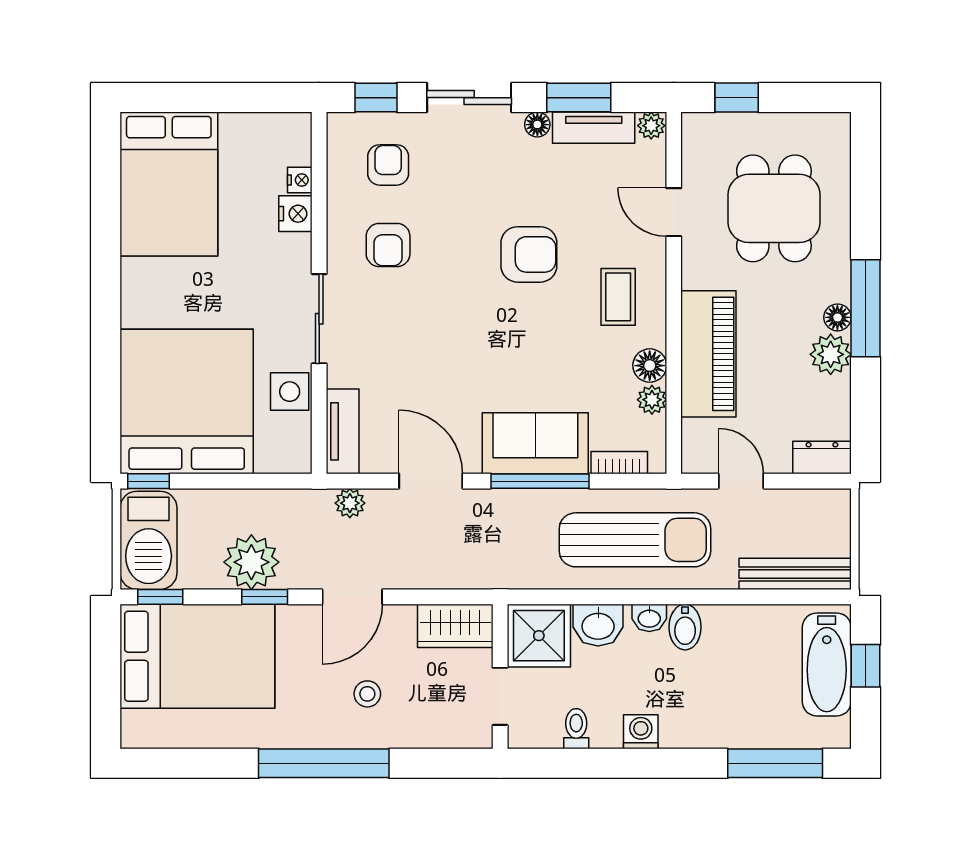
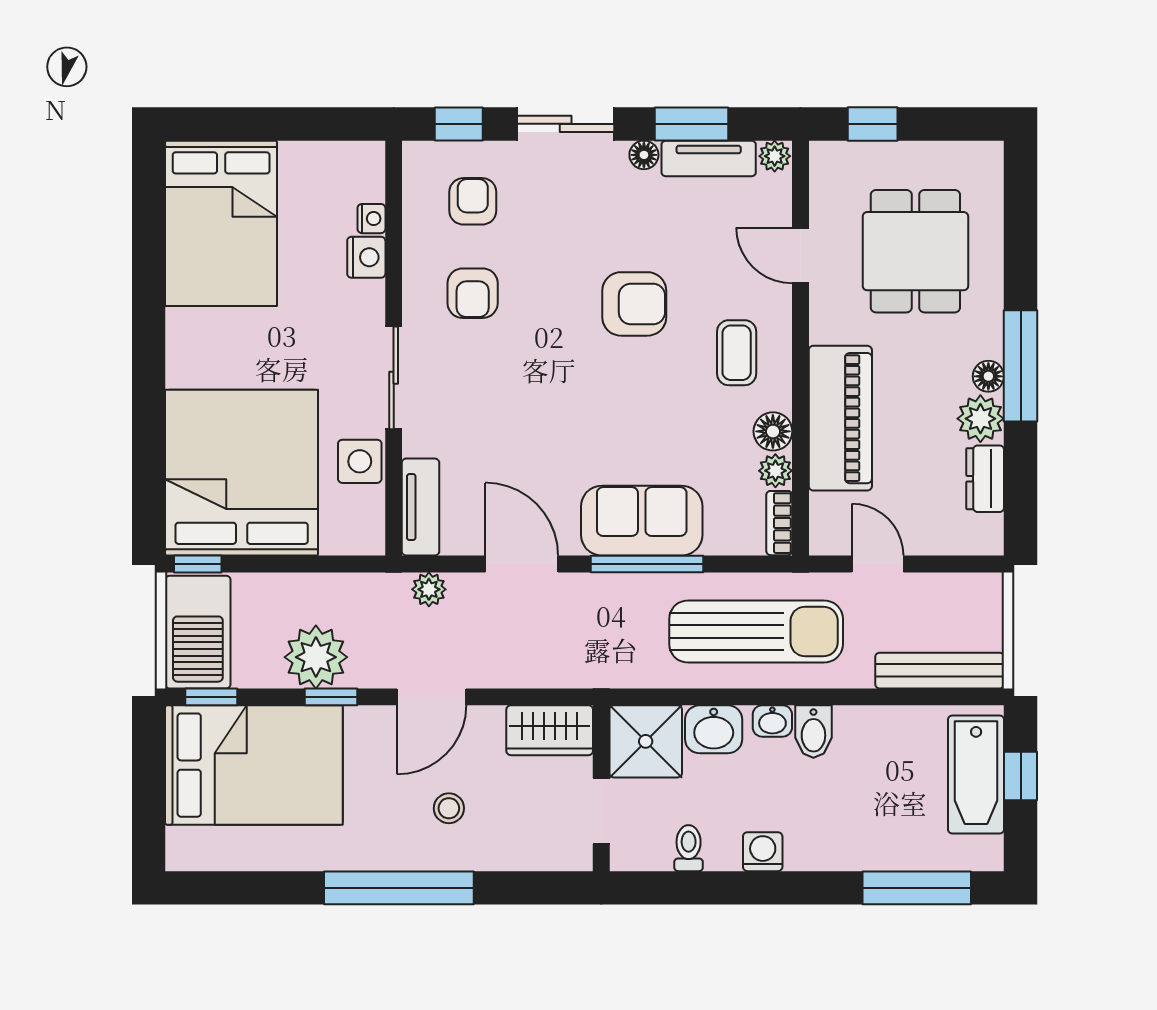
dresser: (822, 457) -> (985, 479), moved, turned -90
bookcase: (619, 463) -> (779, 523), moved, turned -90

